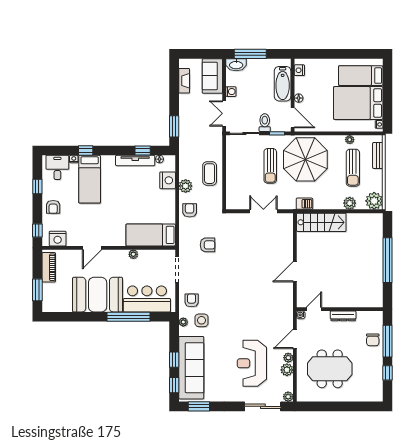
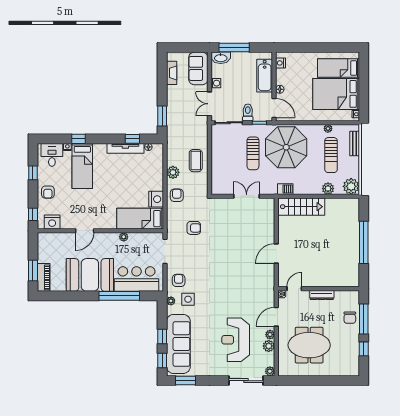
nightstand: (168, 180) -> (156, 199), moved
piano: (49, 267) -> (44, 277), moved

